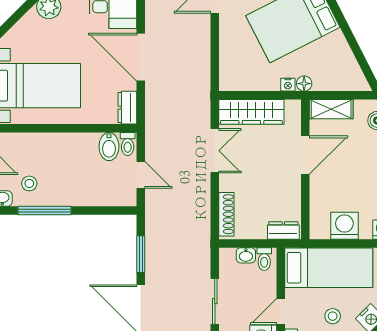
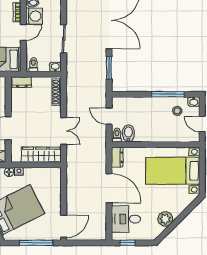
double door: (215, 151) -> (64, 131), swing flipped
washbasin: (246, 255) -> (55, 67), moved

